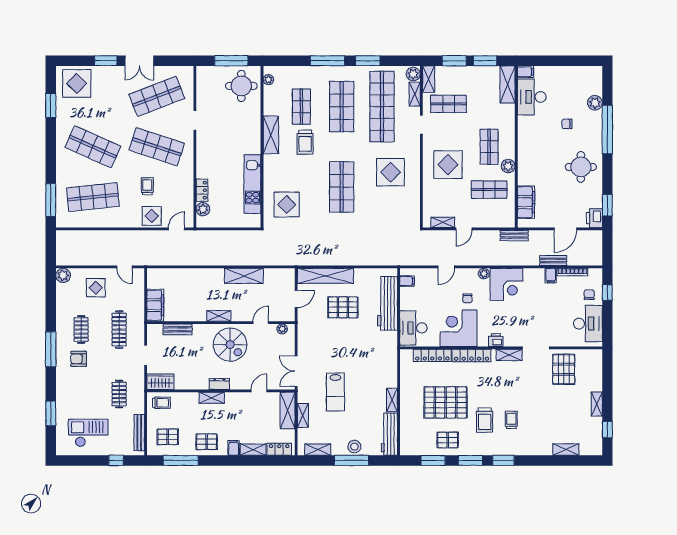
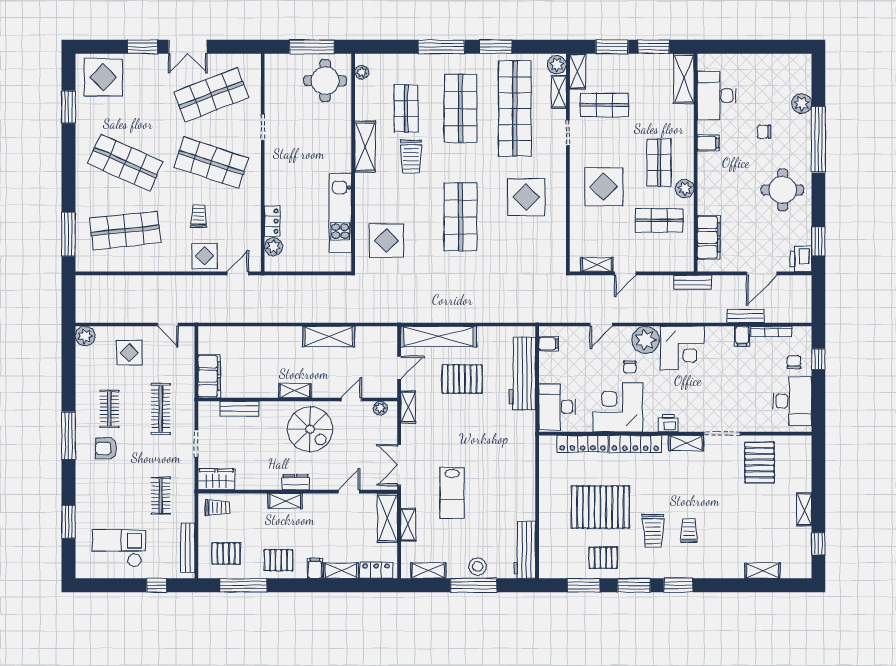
filing cabinet: (526, 72) -> (708, 143), moved
plant: (484, 274) -> (646, 340), width x1.87, depth x1.87
shelving: (392, 400) -> (408, 407), moved

